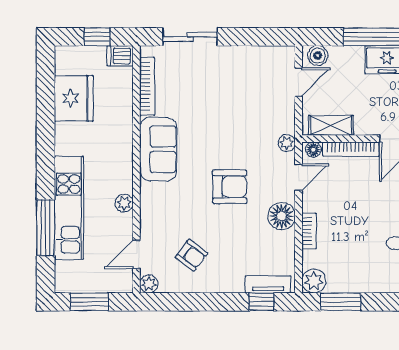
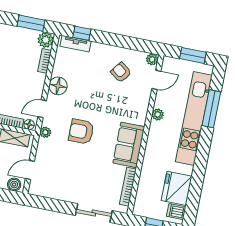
dishwasher: (120, 56) -> (176, 212), moved, turned 180
armchair: (230, 187) -> (81, 132), moved
kitchen unit: (69, 208) -> (194, 119), width x1.36
bookcase: (309, 231) -> (45, 61), moved

